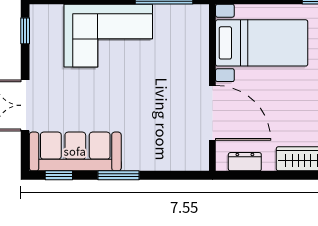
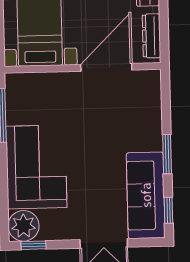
plant: (46, 21) -> (24, 226), added
dresser: (245, 162) -> (151, 36), width x1.44

